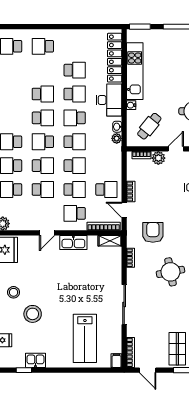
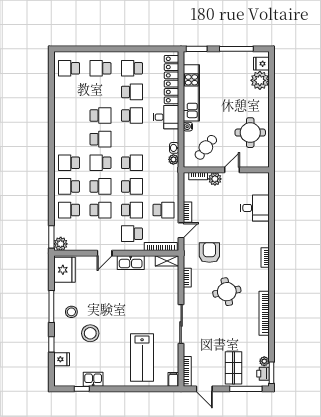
desk: (109, 100) -> (166, 117), width x0.73
school desk: (75, 118) -> (132, 68), moved
door: (124, 210) -> (181, 230), swing flipped

